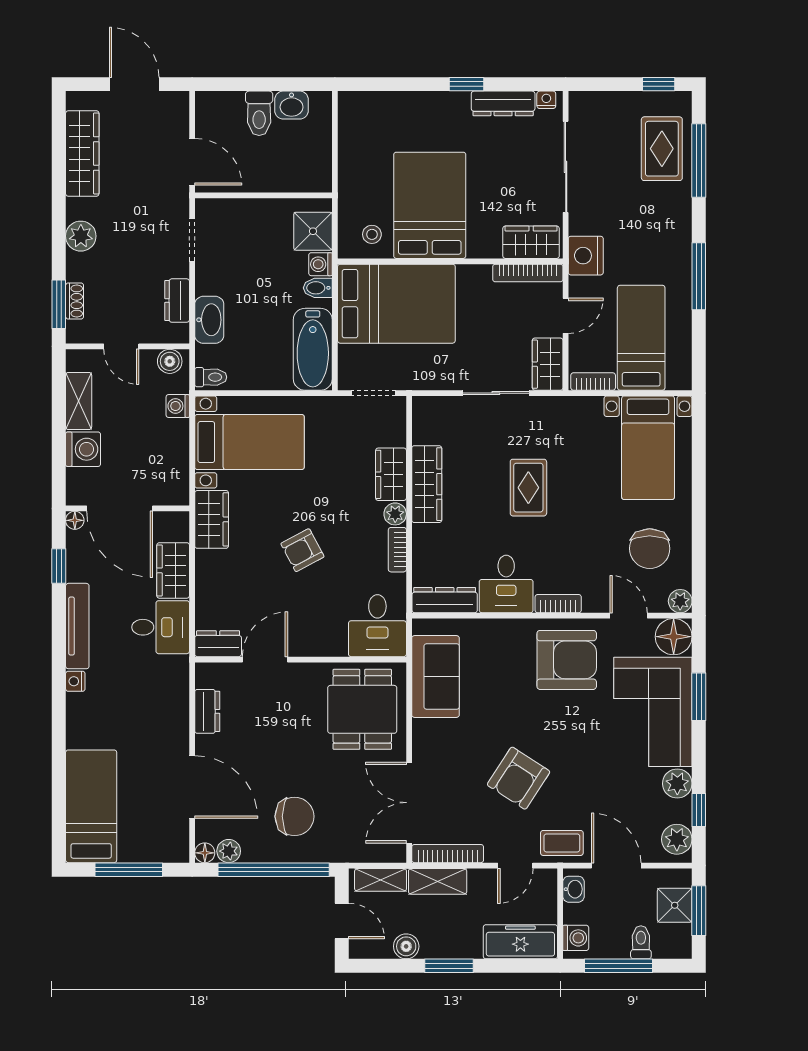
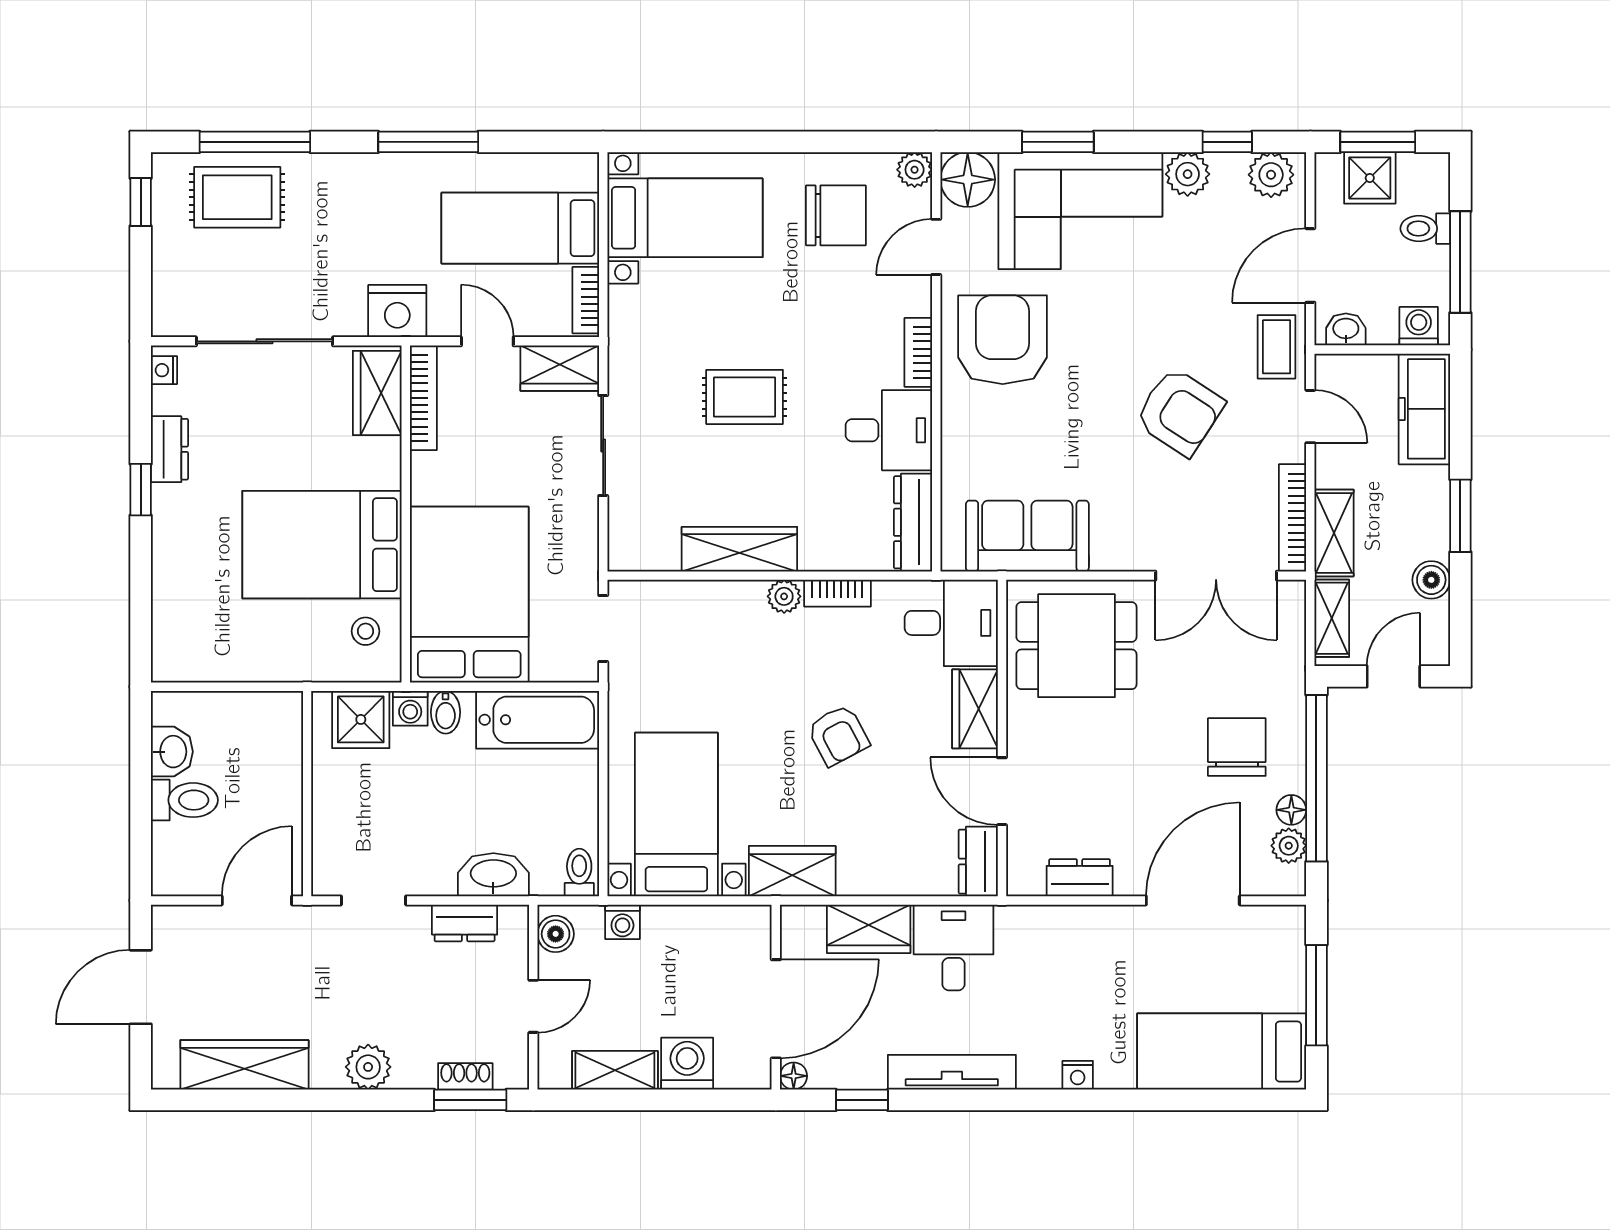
dresser: (503, 103) -> (169, 449), width x0.70
wardrobe: (391, 474) -> (975, 709), moved, turned 90
nightstand: (75, 681) -> (1078, 1075), moved
floor lamp: (205, 853) -> (1291, 810), moved

